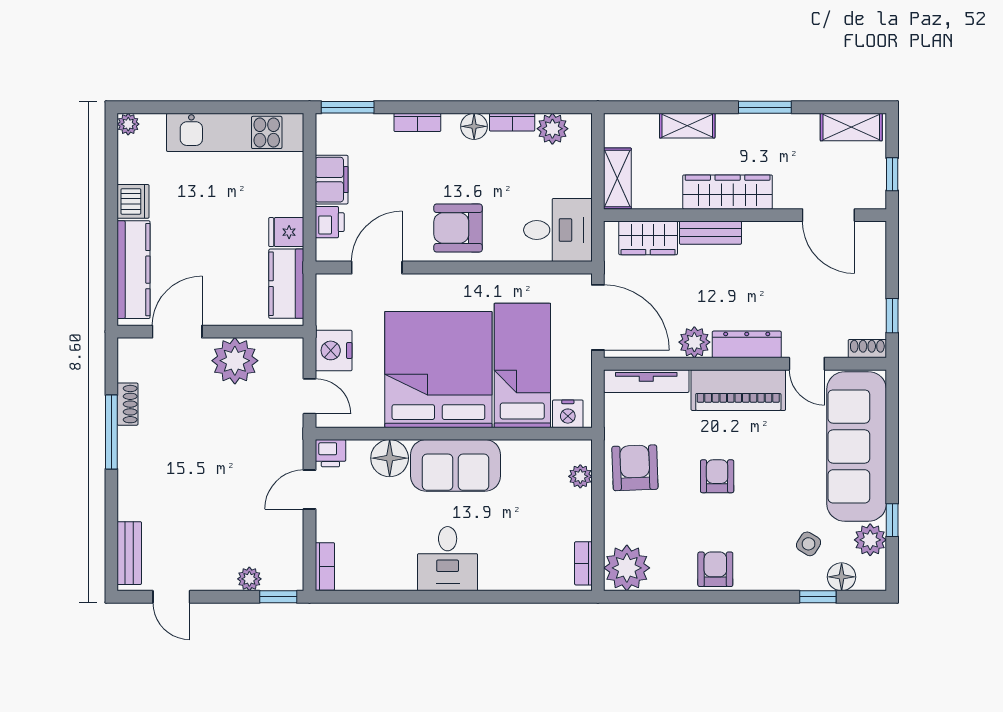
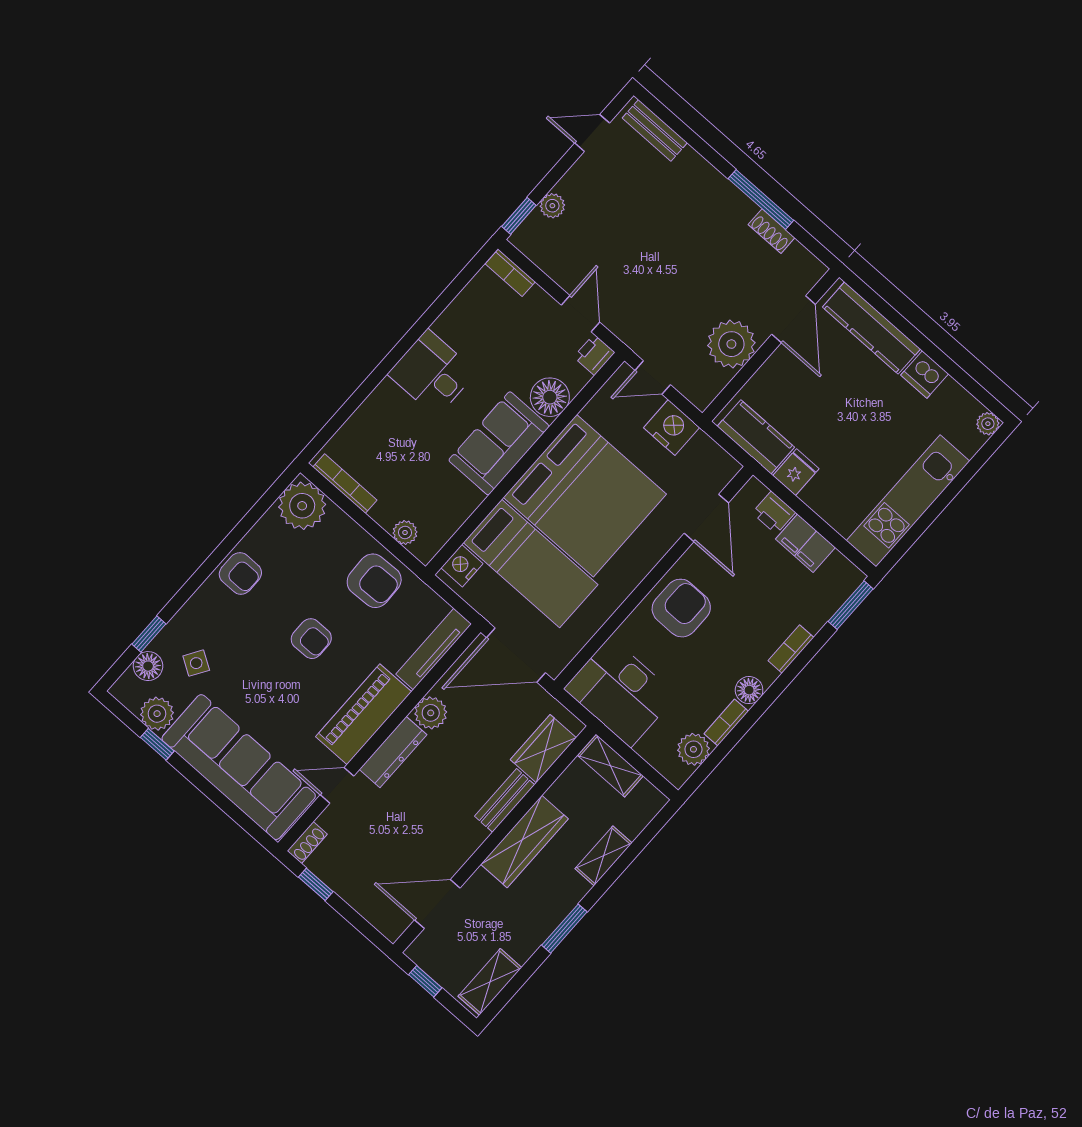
desk: (558, 230) -> (620, 692), width x1.37
bookcase: (583, 563) -> (345, 484), width x1.56

